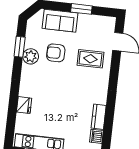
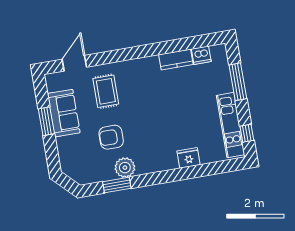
sofa: (60, 21) -> (64, 113), moved
armchair: (56, 53) -> (111, 137), turned 90

